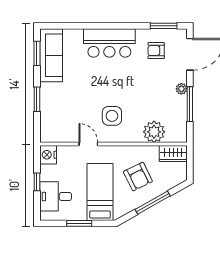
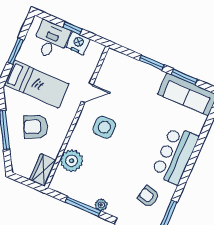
armchair: (156, 51) -> (148, 197), turned -77
window: (37, 53) -> (184, 77), moved
nightstand: (48, 155) -> (78, 43), moved

